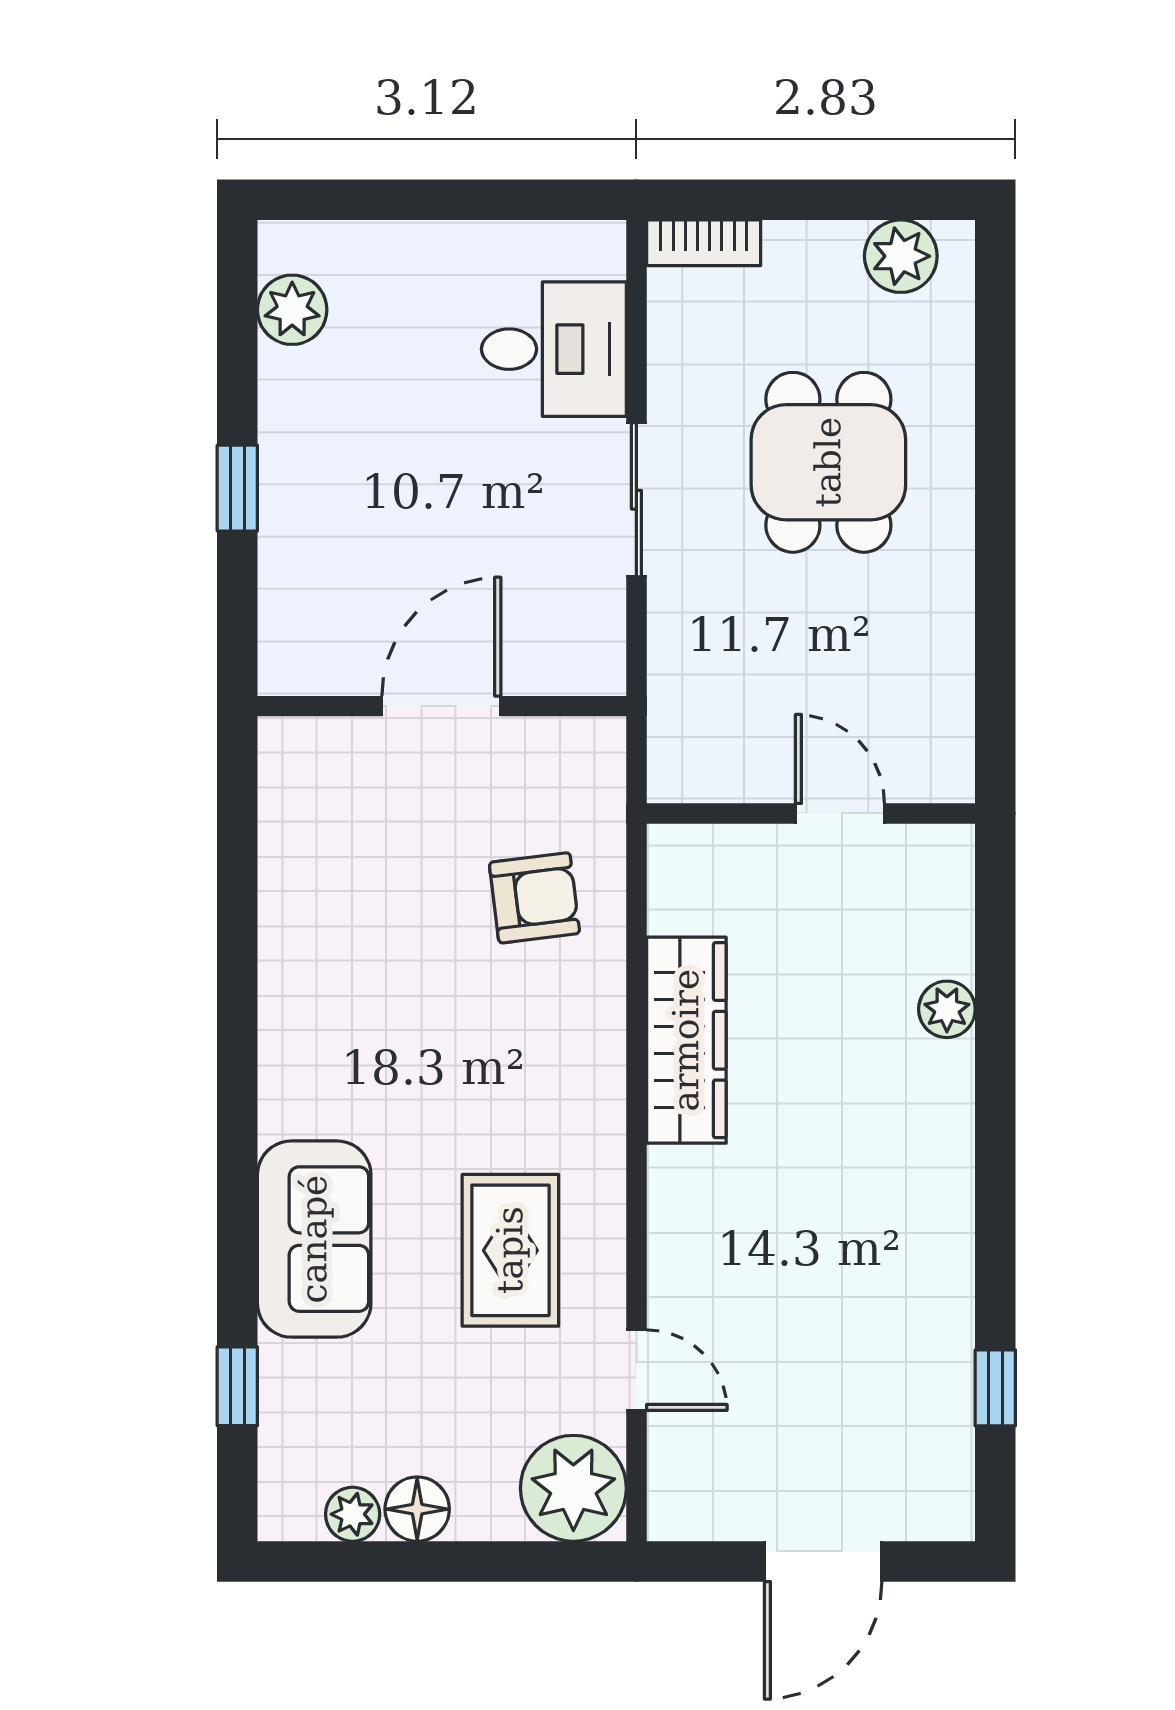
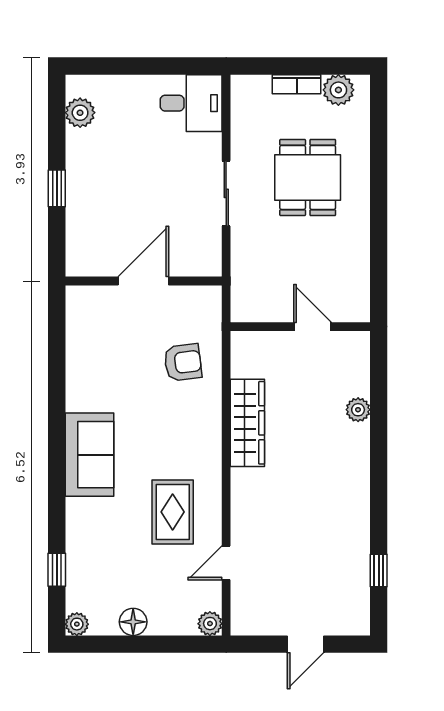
bookcase: (704, 243) -> (297, 84), moved
desk: (554, 349) -> (191, 103), moved
sofa: (314, 1239) -> (89, 455), moved
door: (636, 1370) -> (226, 563), swing flipped
plant: (573, 1488) -> (210, 624), width x0.53, depth x0.53
plant: (353, 1514) -> (77, 624), moved
door: (823, 1561) -> (305, 644), width x0.73

